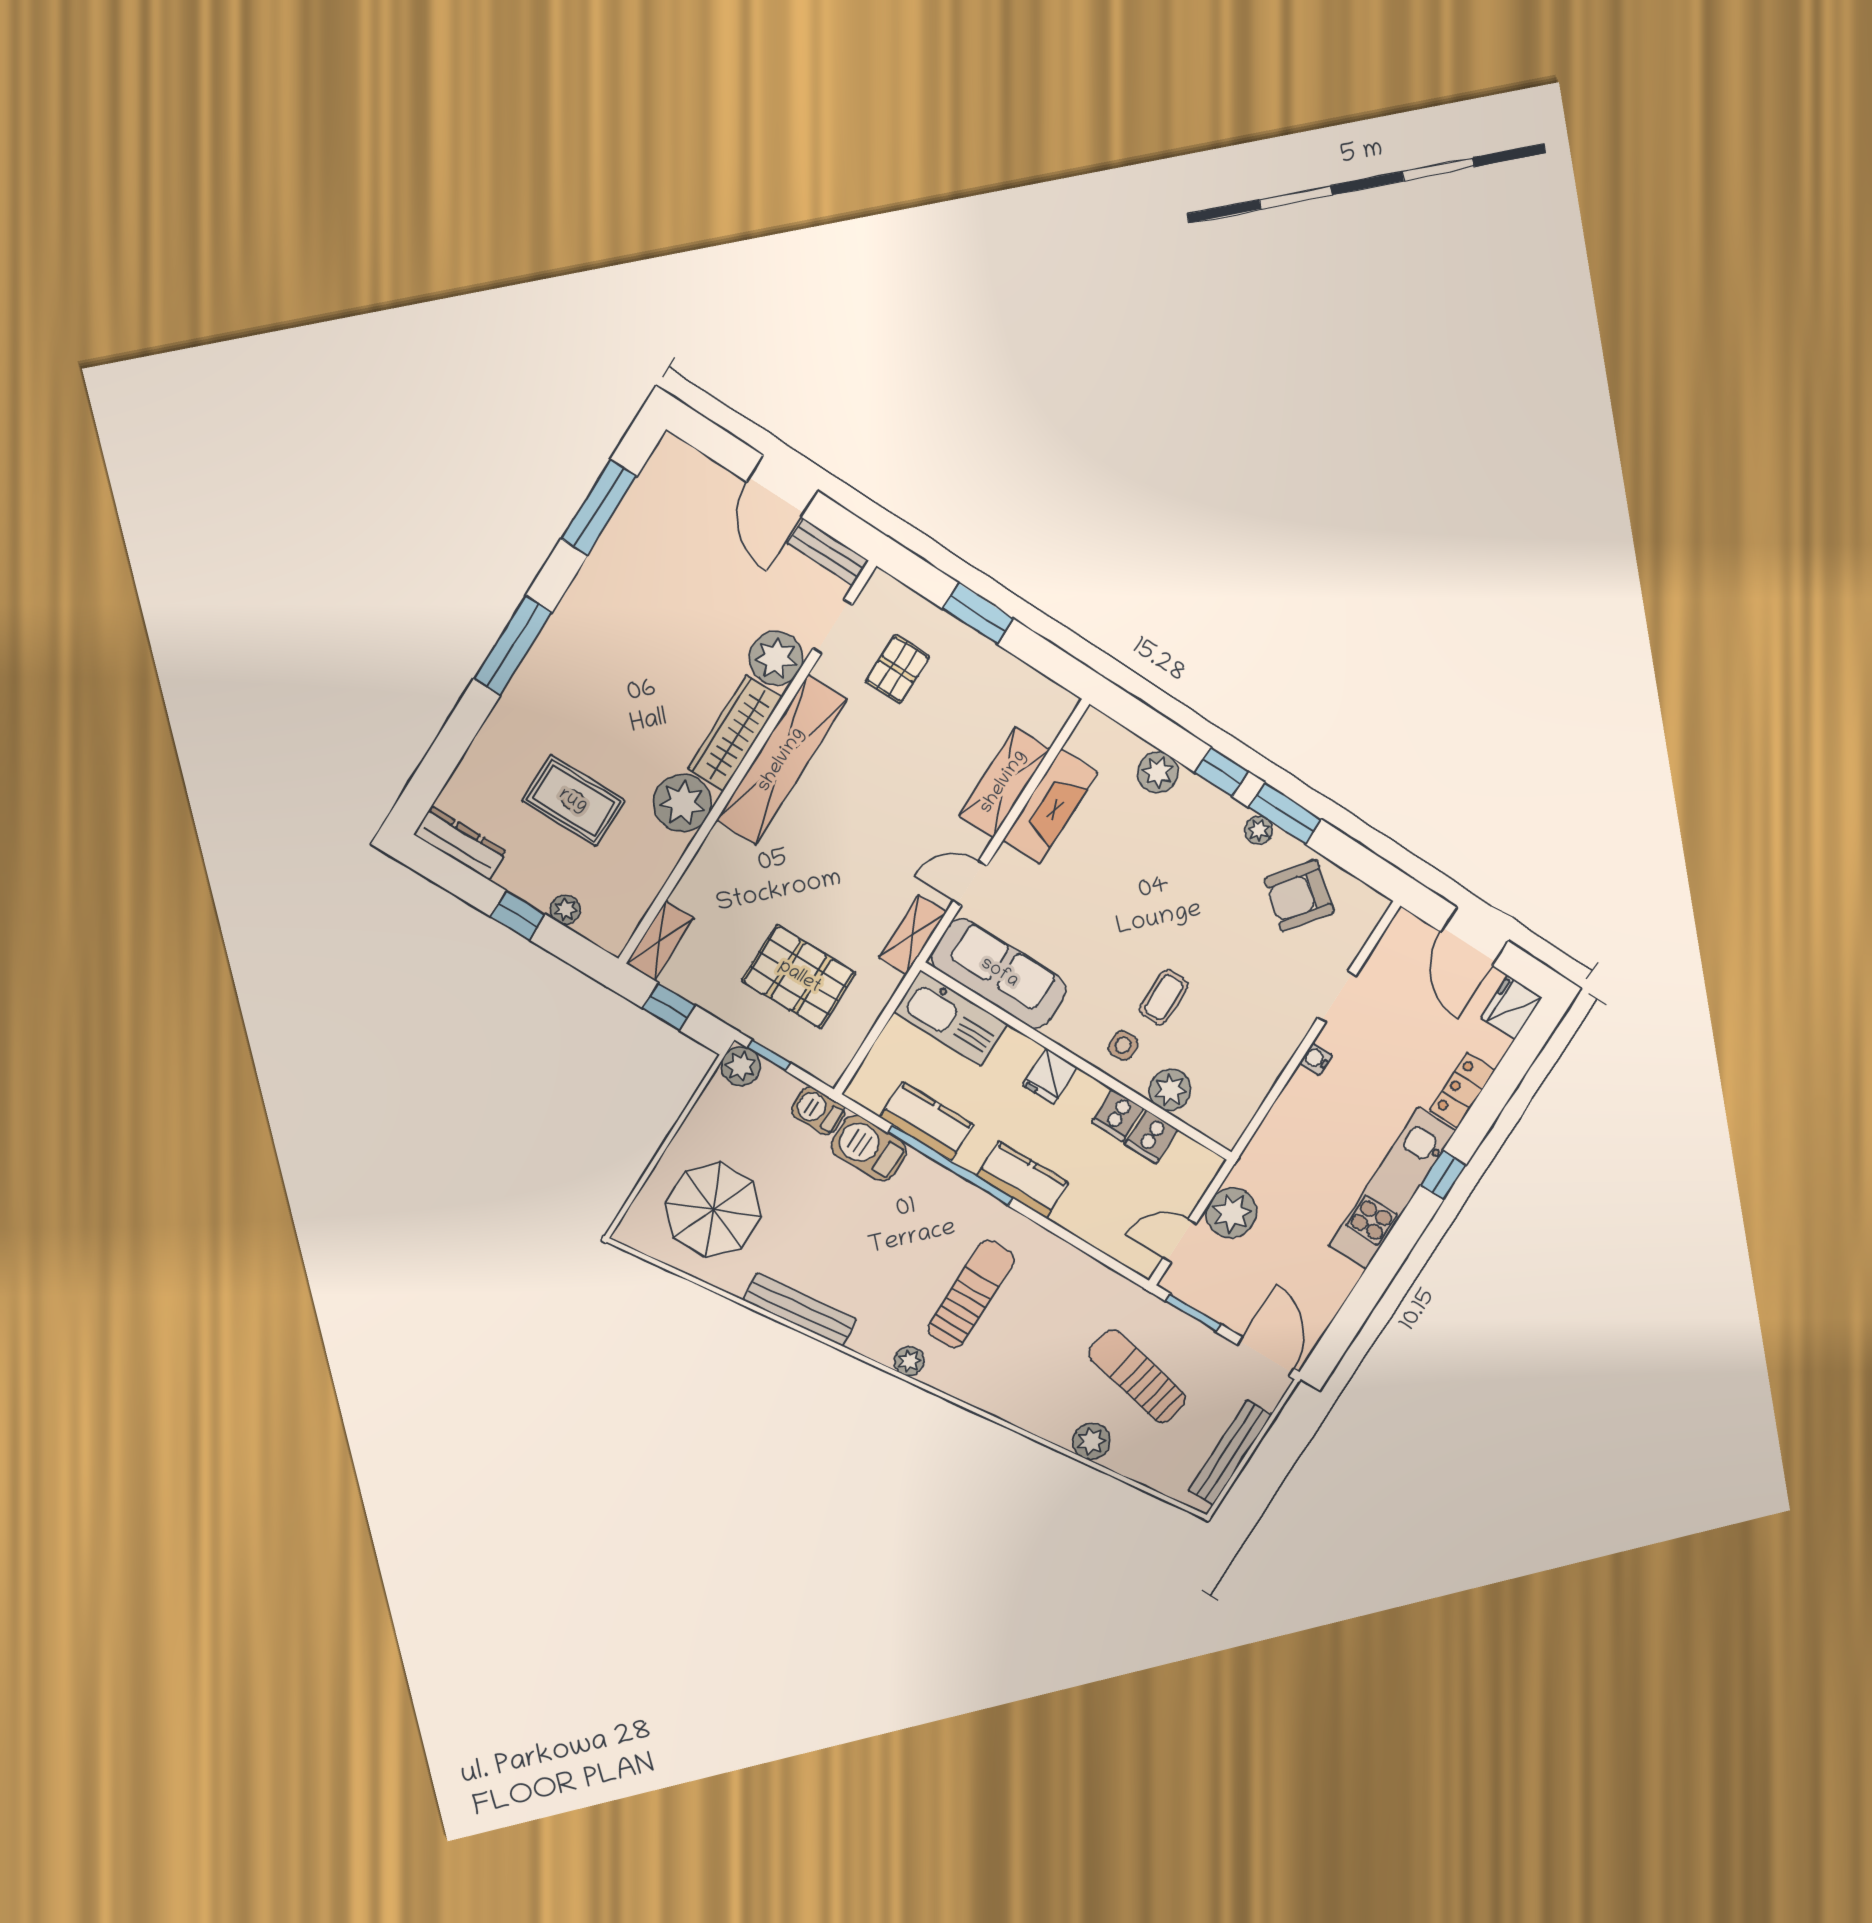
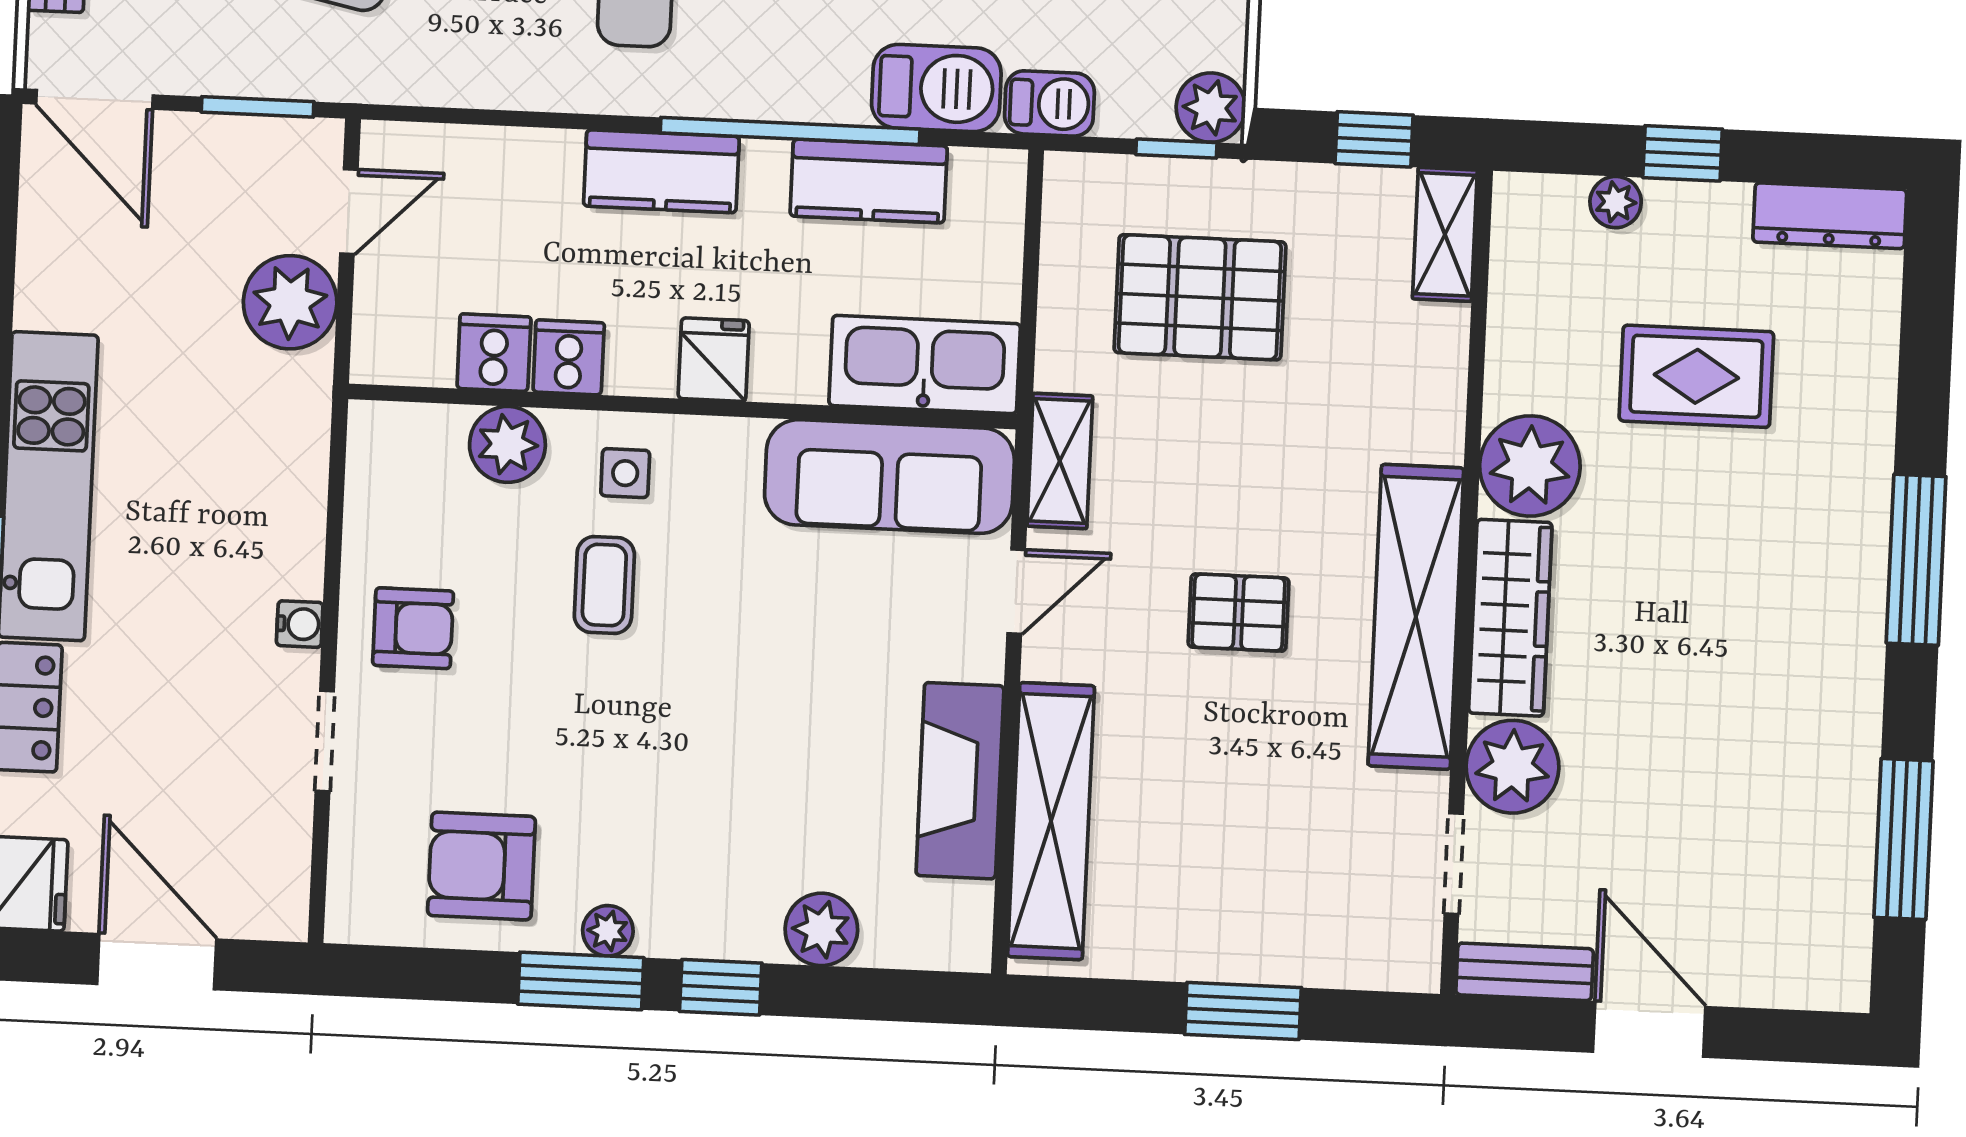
pallet: (898, 669) -> (1239, 613), moved, turned 90
shelving: (1004, 782) -> (1051, 821), width x1.47
armchair: (1299, 896) -> (481, 866), turned -128
armchair: (1265, 1027) -> (413, 628), added

